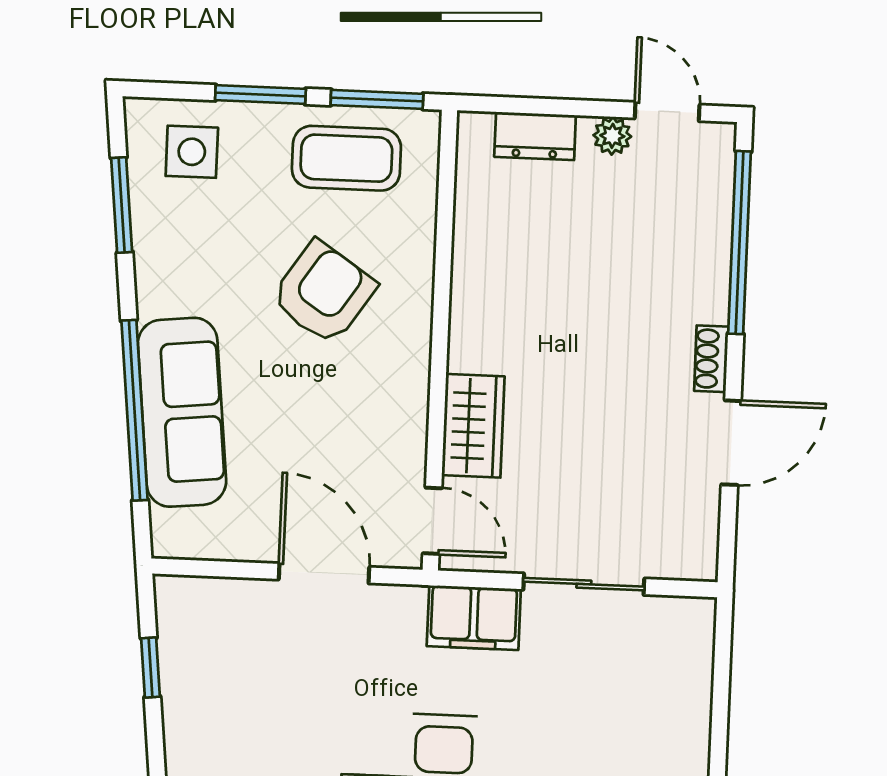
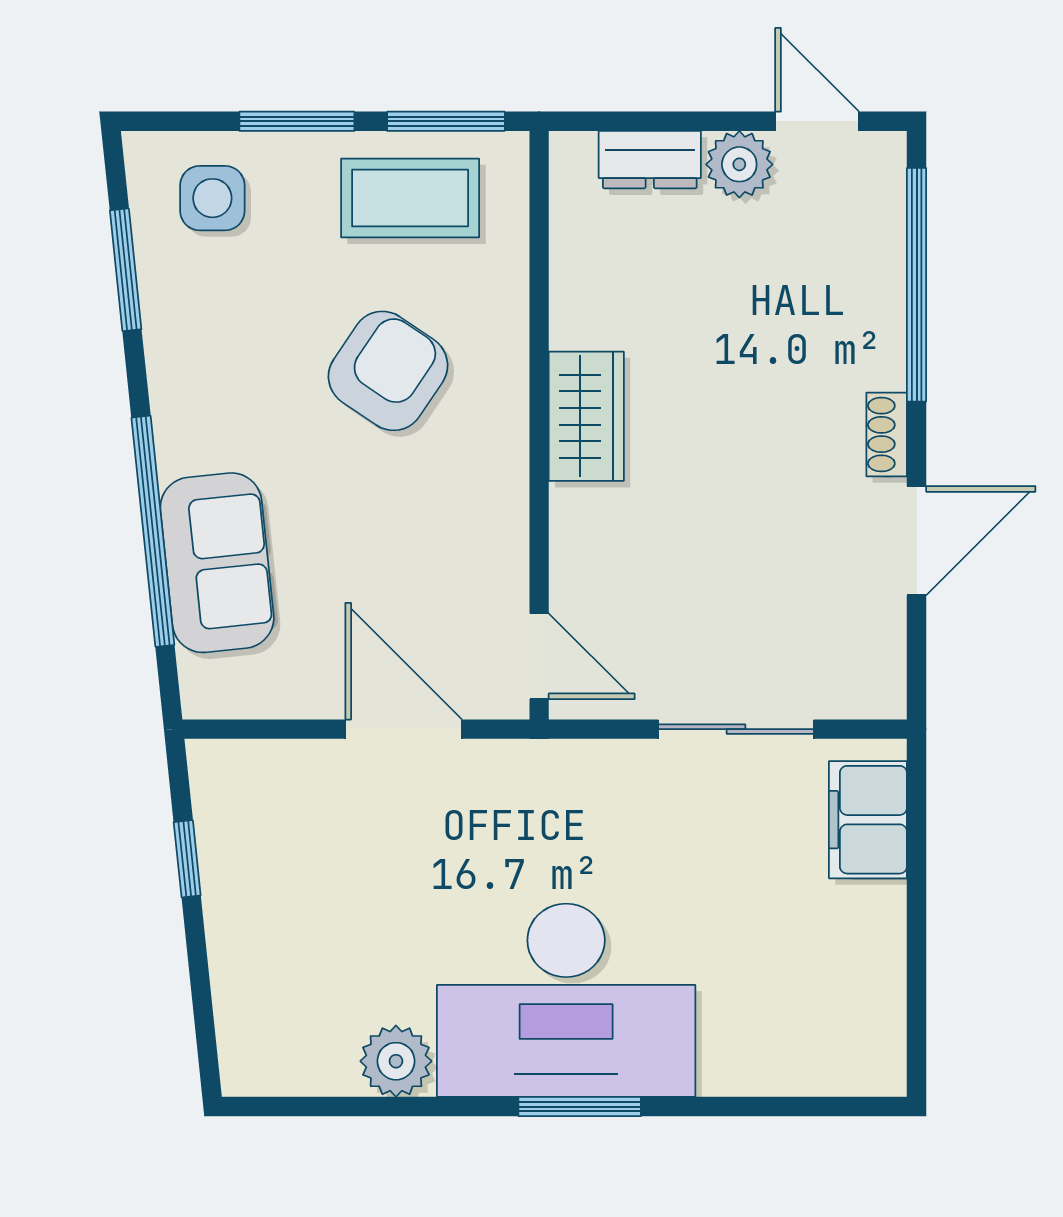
plant: (612, 136) -> (739, 164), width x1.38, depth x1.38
sofa: (182, 412) -> (217, 563), width x0.73
wardrobe: (473, 426) -> (586, 416), moved
filing cabinet: (474, 618) -> (868, 820), moved, turned 90

